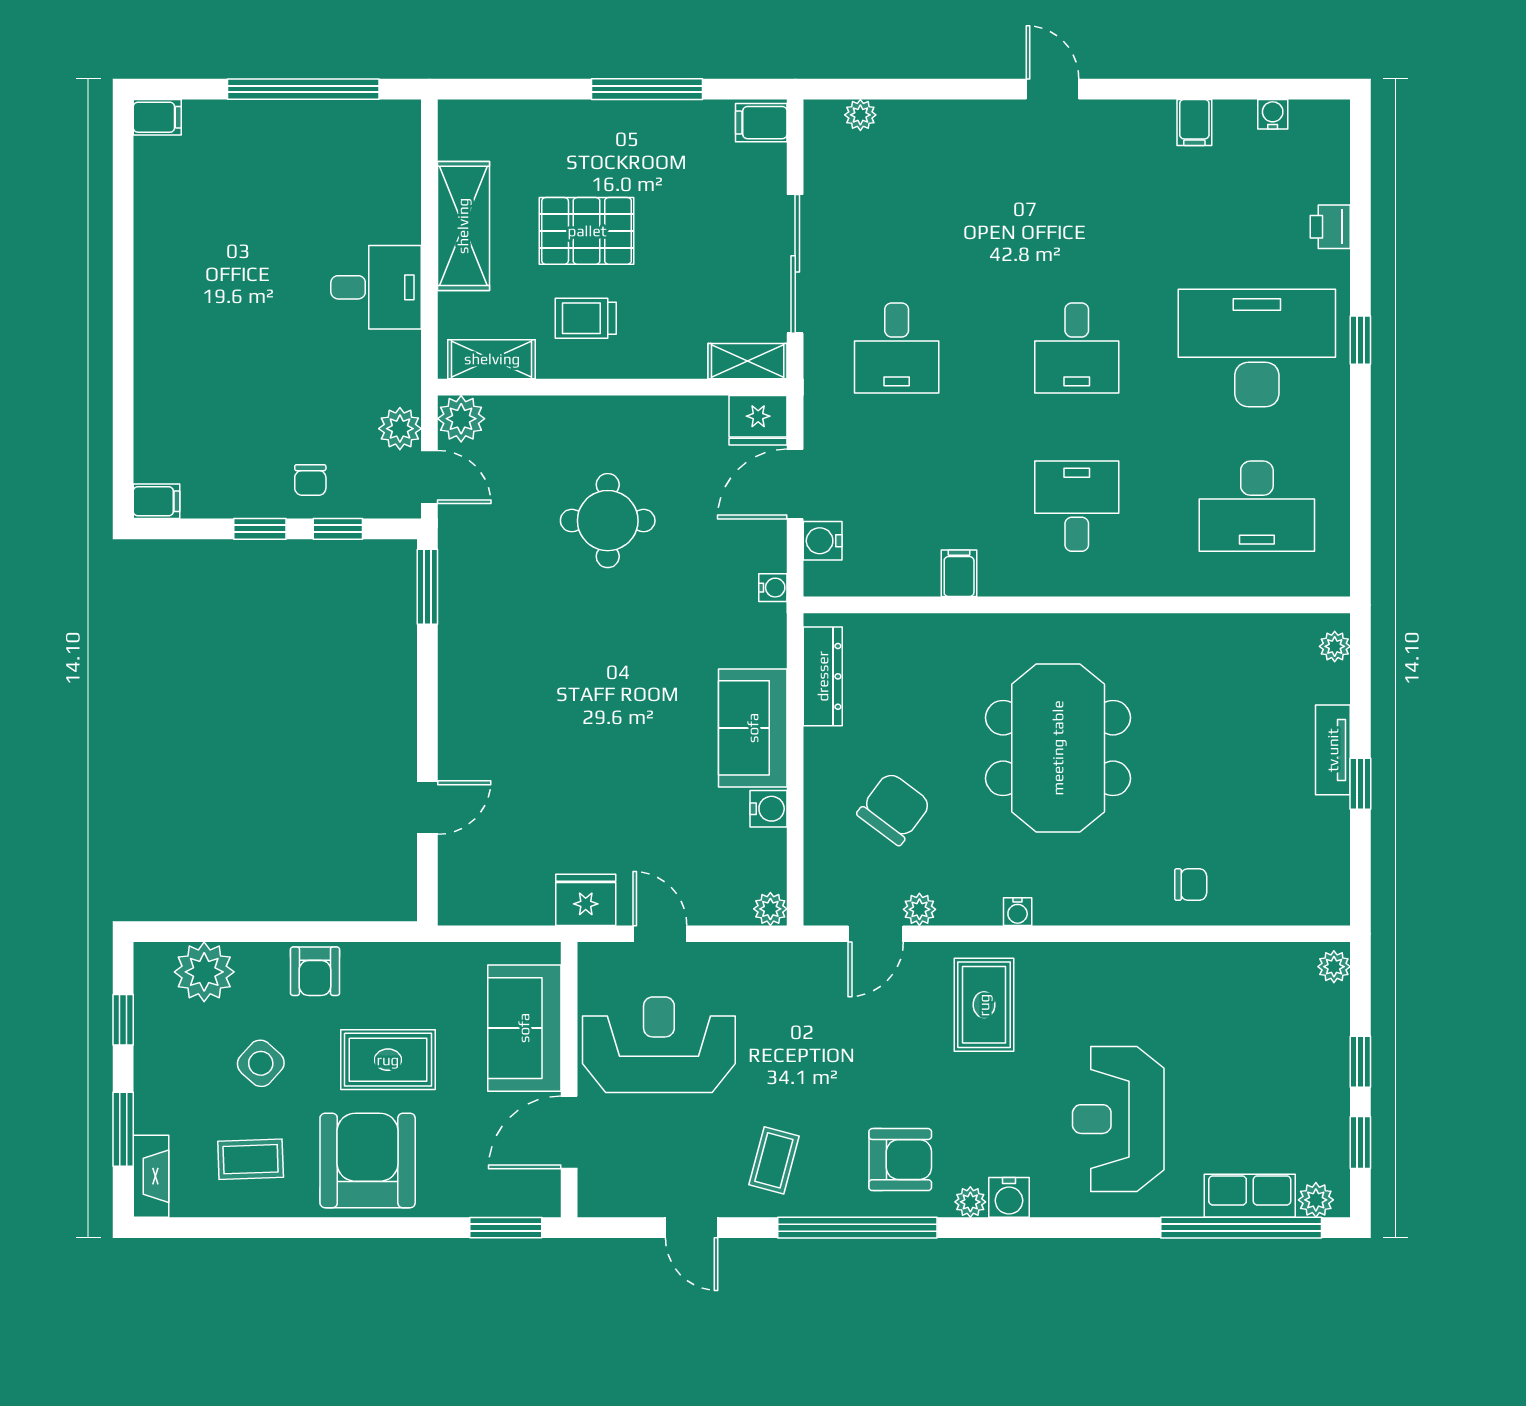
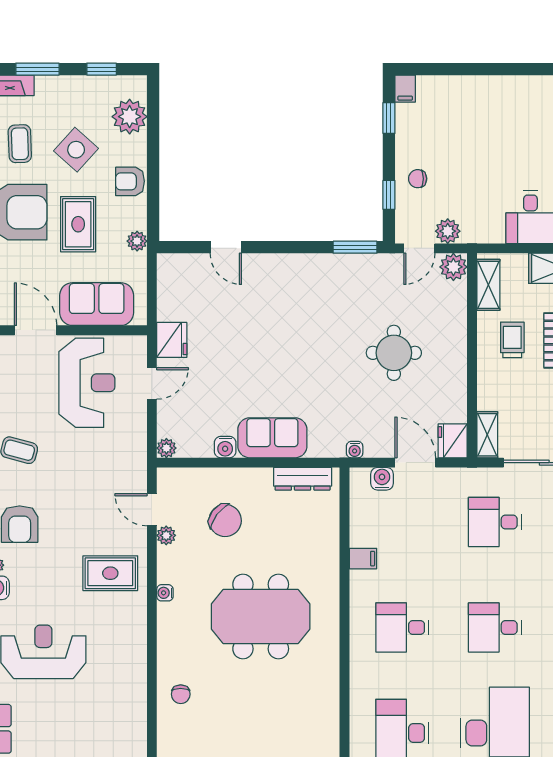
desk: (1077, 506) -> (402, 628), turned 180
window: (260, 529) -> (389, 118), moved
plant: (417, 959) -> (137, 241), added
side table: (261, 1063) -> (76, 150), width x1.37, depth x1.37

